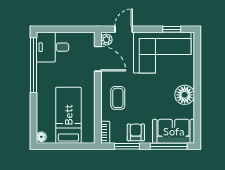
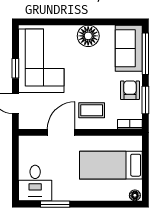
window: (172, 29) -> (15, 68), moved
plant: (106, 40) -> (27, 123), removed
door: (98, 59) -> (61, 132), moved
window: (34, 65) -> (55, 204), width x0.47
armchair: (136, 132) -> (130, 90), turned 90

